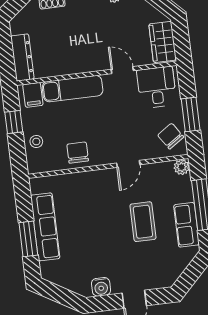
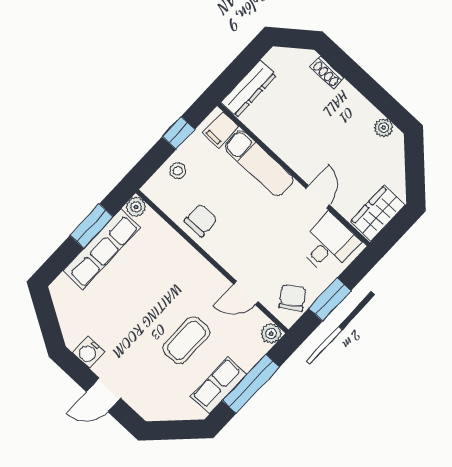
door: (128, 164) -> (246, 293), moved
plant: (37, 185) -> (136, 207), added
window: (28, 239) -> (92, 226), moved

